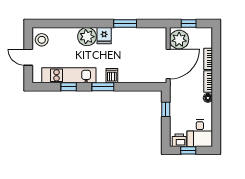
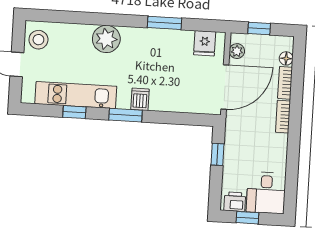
fridge: (104, 36) -> (205, 43), moved
plant: (179, 40) -> (237, 51), width x0.53, depth x0.53
floor lamp: (208, 98) -> (286, 58), moved

